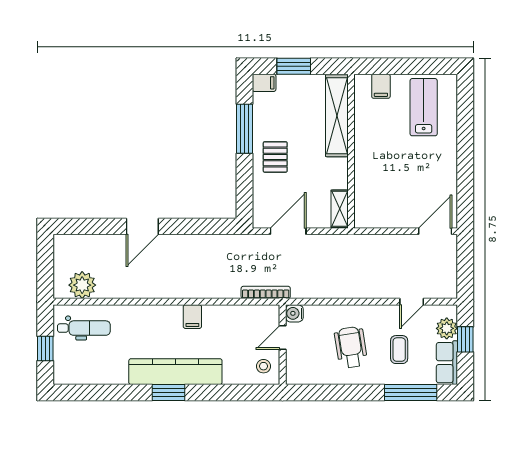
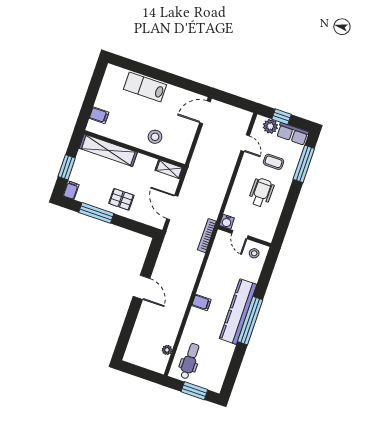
lab bench: (424, 107) -> (145, 87), moved
stool: (378, 174) -> (155, 137), added
door: (142, 226) -> (141, 287), moved
door: (435, 231) -> (205, 112), hinge flipped
plant: (82, 285) -> (167, 350), width x0.53, depth x0.53
filing cabinet: (192, 317) -> (201, 303), moved
wheelchair: (351, 347) -> (261, 193), turned 100
window: (45, 349) -> (194, 391), width x1.50
window: (168, 392) -> (250, 321), width x2.11

